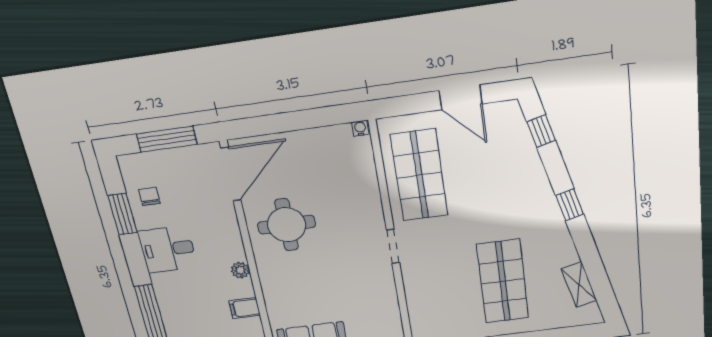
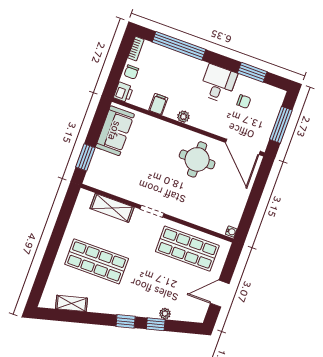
window: (541, 131) -> (156, 324), moved
plant: (531, 158) -> (165, 314), added
chair: (149, 196) -> (244, 102), moved
shelving: (418, 297) -> (112, 208), added

